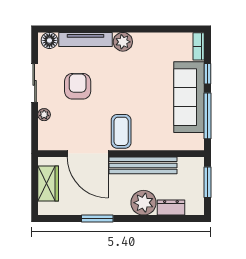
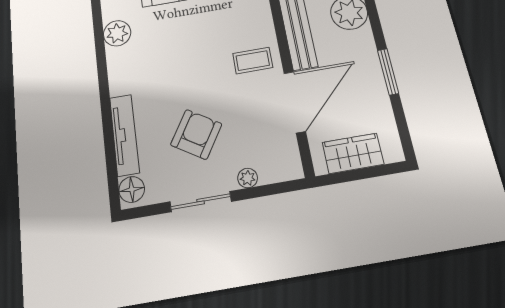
plant: (123, 42) -> (117, 33), moved
armchair: (78, 86) -> (196, 134), turned 122
coffee table: (121, 131) -> (253, 61), width x0.73, depth x0.77

